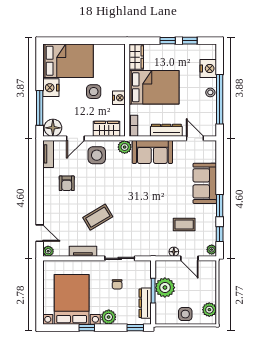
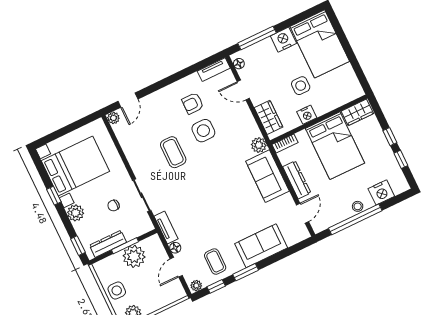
floor lamp: (53, 128) -> (239, 64), width x0.53, depth x0.53
side table: (97, 155) -> (203, 131), moved
coffee table: (98, 217) -> (173, 152), turned 31
coffee table: (184, 224) -> (215, 262), moved
tv unit: (83, 251) -> (166, 227), moved

